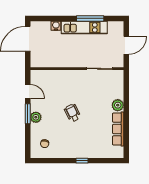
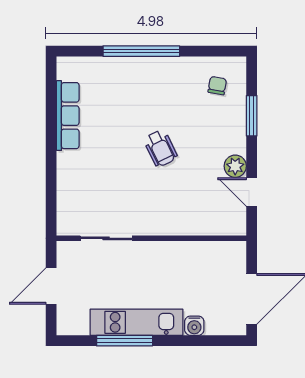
plant: (118, 105) -> (68, 164), removed
window: (28, 114) -> (252, 116), moved
plant: (36, 117) -> (235, 166), moved
window: (82, 161) -> (141, 51), width x3.17

